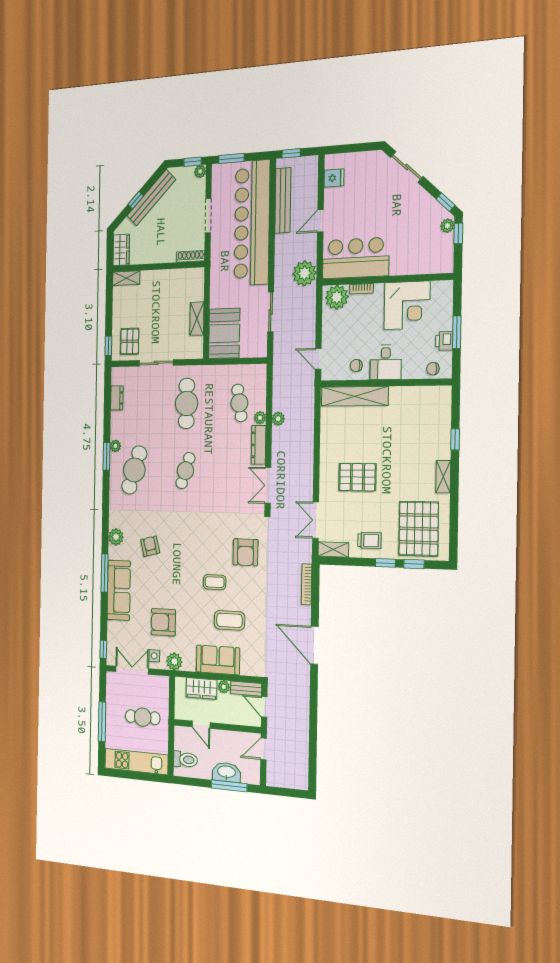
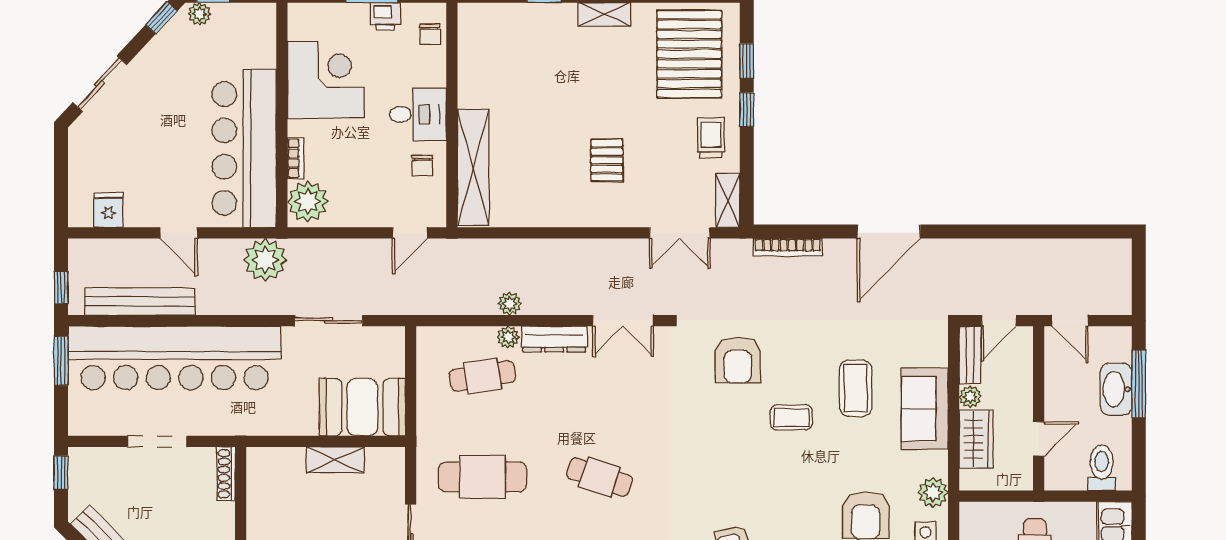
window: (231, 158) -> (61, 361), moved
plant: (200, 171) -> (79, 458), removed
bar counter: (356, 258) -> (244, 149), width x1.36
pallet: (357, 477) -> (607, 160), width x0.67, depth x0.71
pallet: (419, 529) -> (689, 54), turned 90
armchair: (245, 552) -> (738, 360), turned 90
coffee table: (215, 582) -> (791, 417), turned 90

